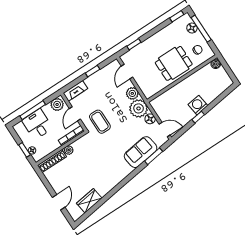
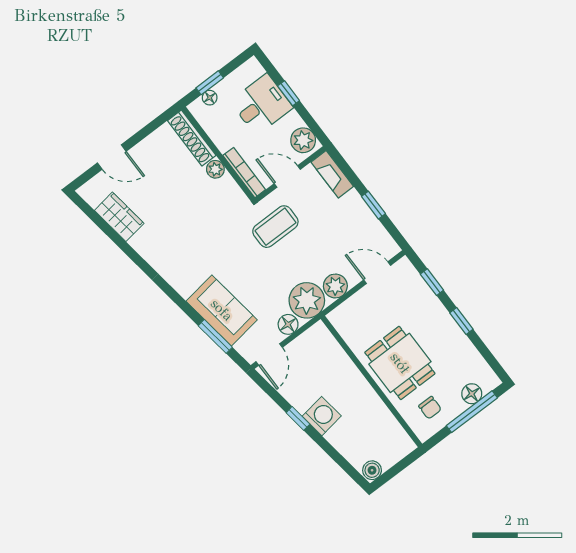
window: (177, 16) -> (461, 321), moved
boiler: (216, 64) -> (372, 470), moved
window: (33, 110) -> (289, 93), width x0.46

